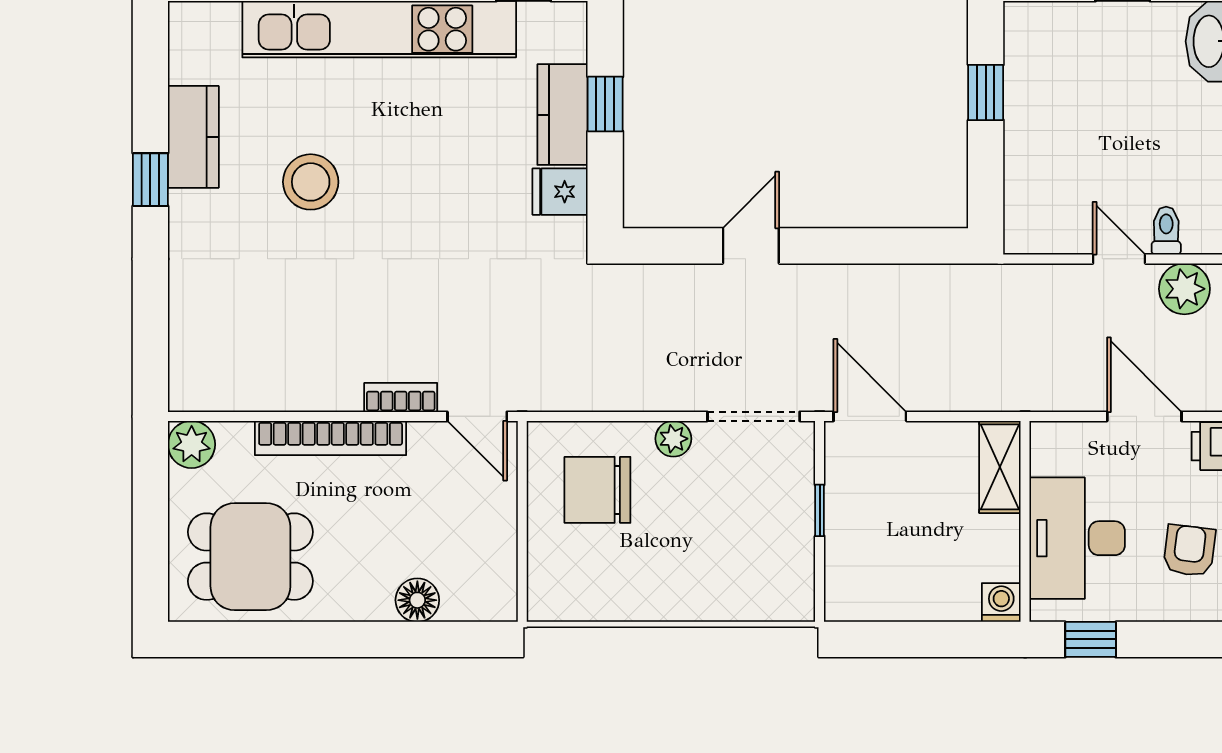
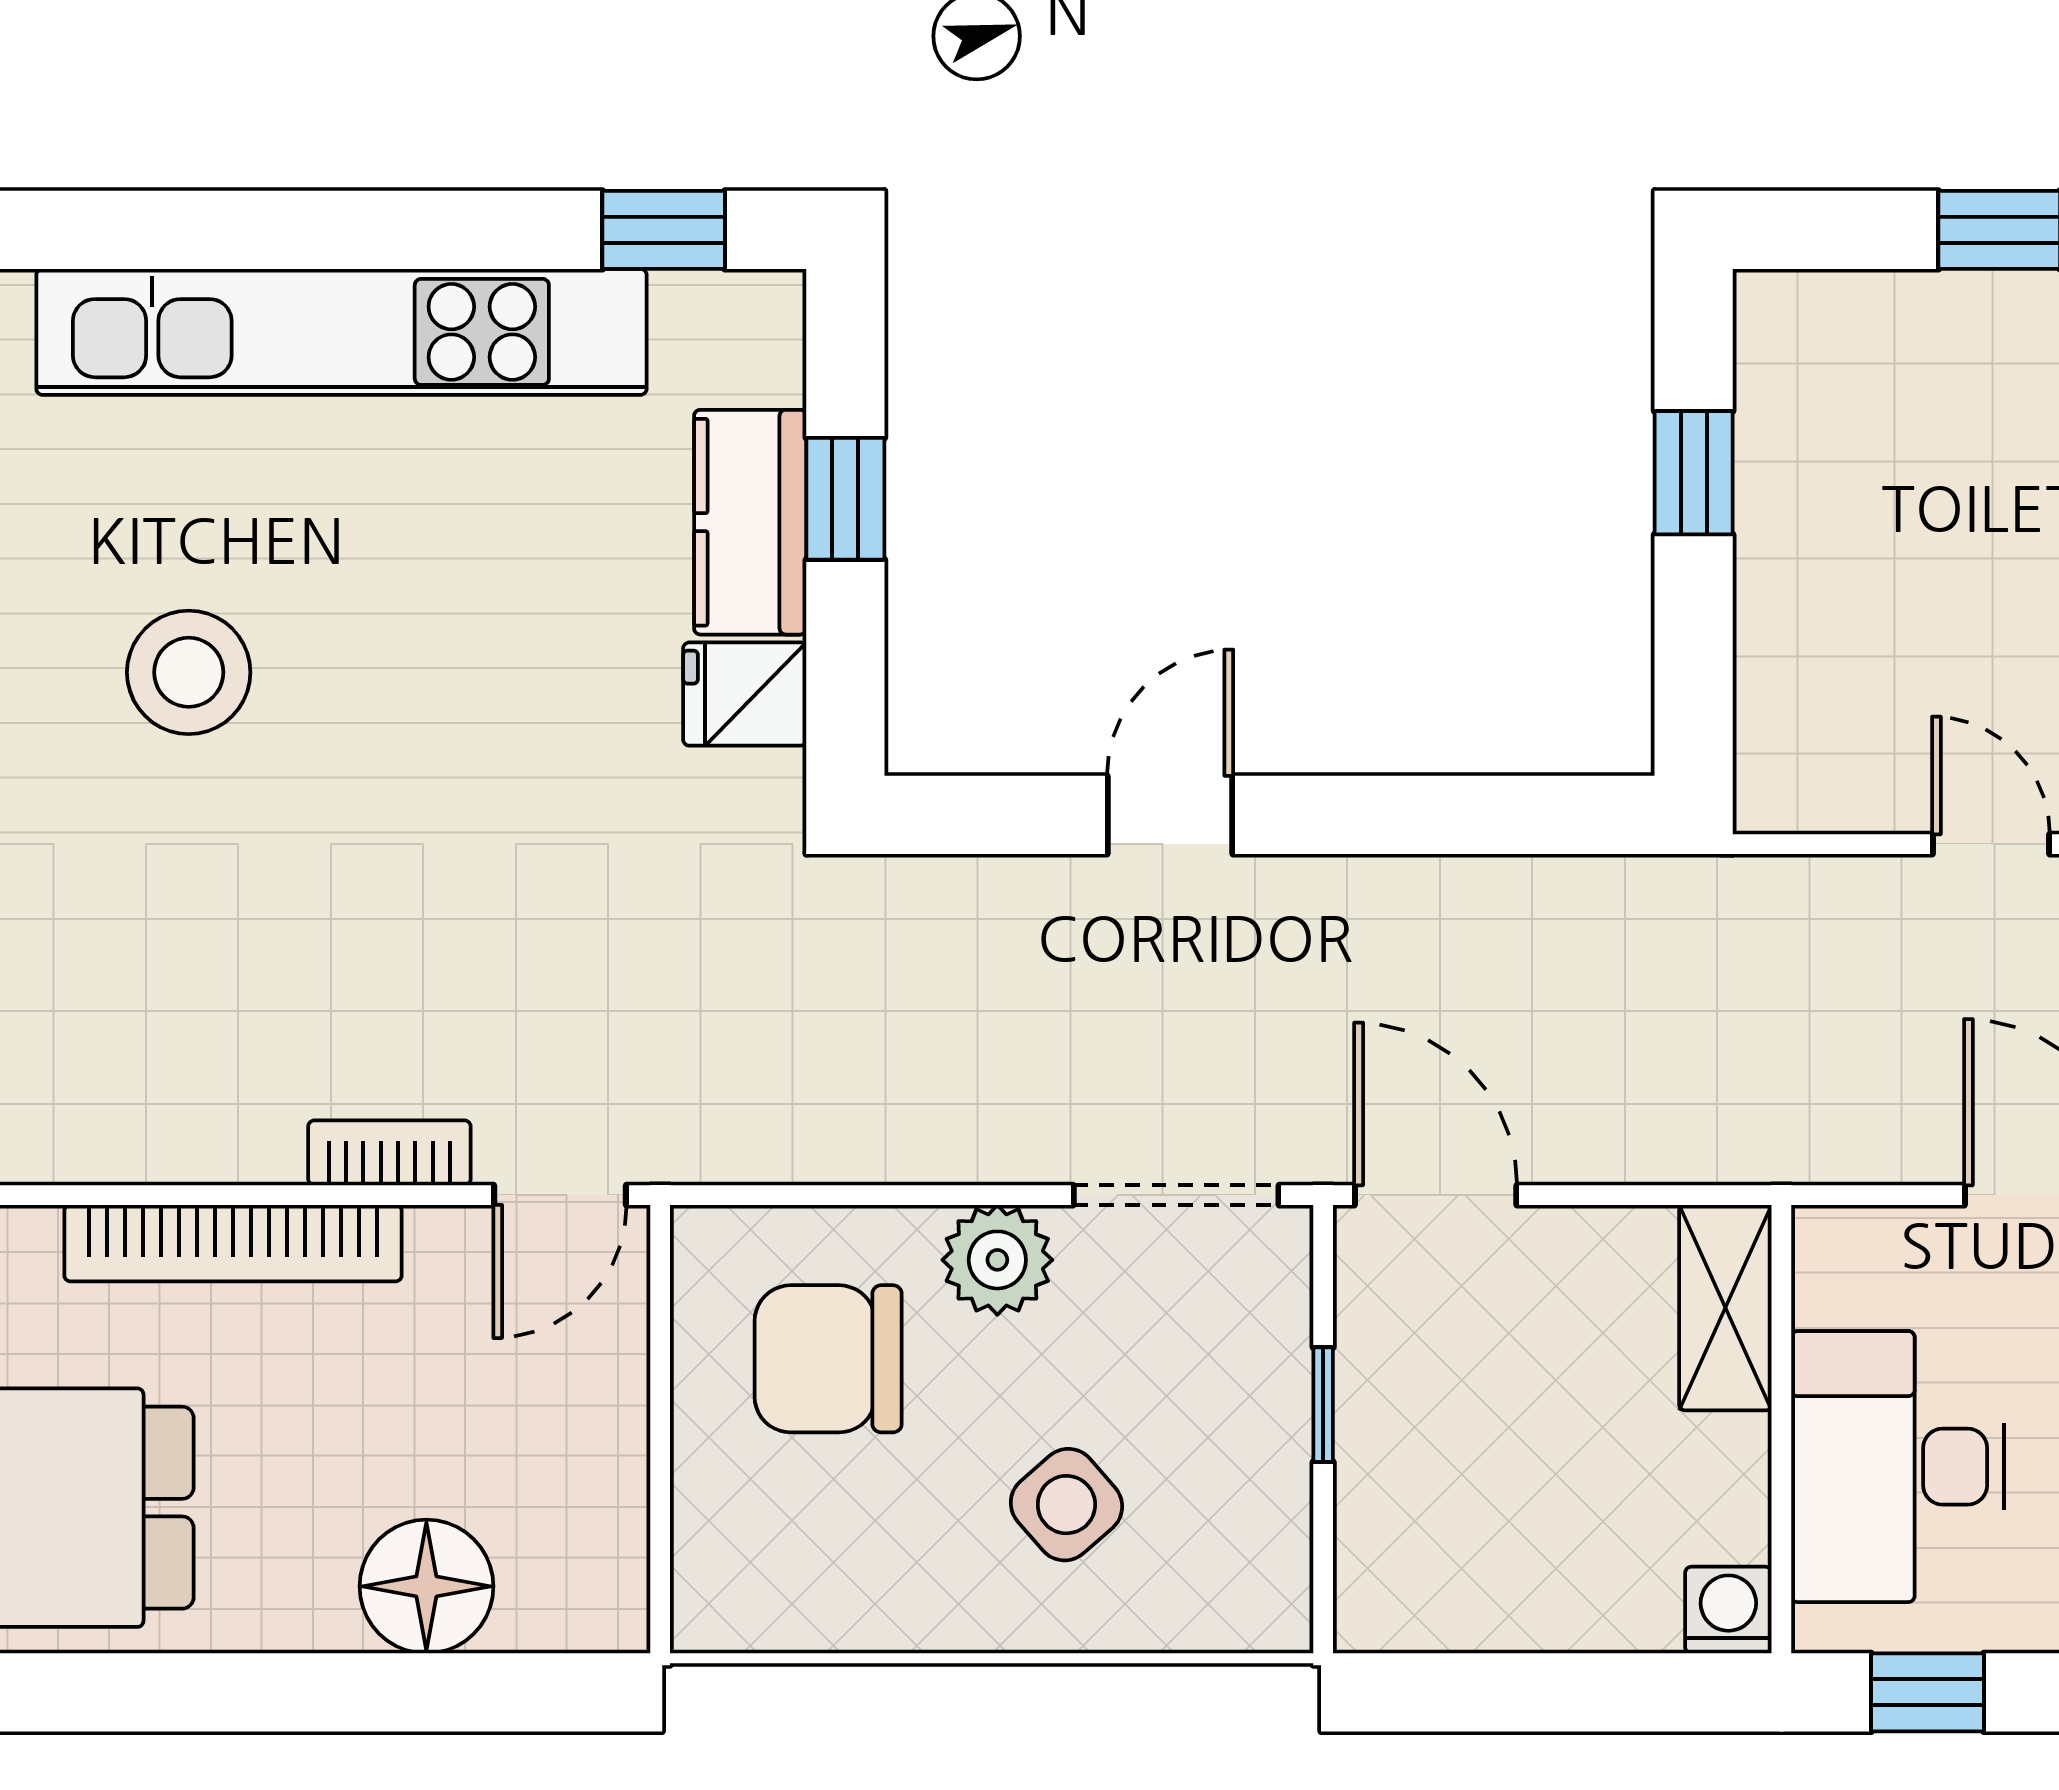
door: (477, 416) -> (560, 1195), hinge flipped
plant: (673, 439) -> (997, 1260), width x1.38, depth x1.38
side table: (704, 555) -> (1066, 1505), added
floor lamp: (417, 600) -> (426, 1586), width x1.38, depth x1.38

